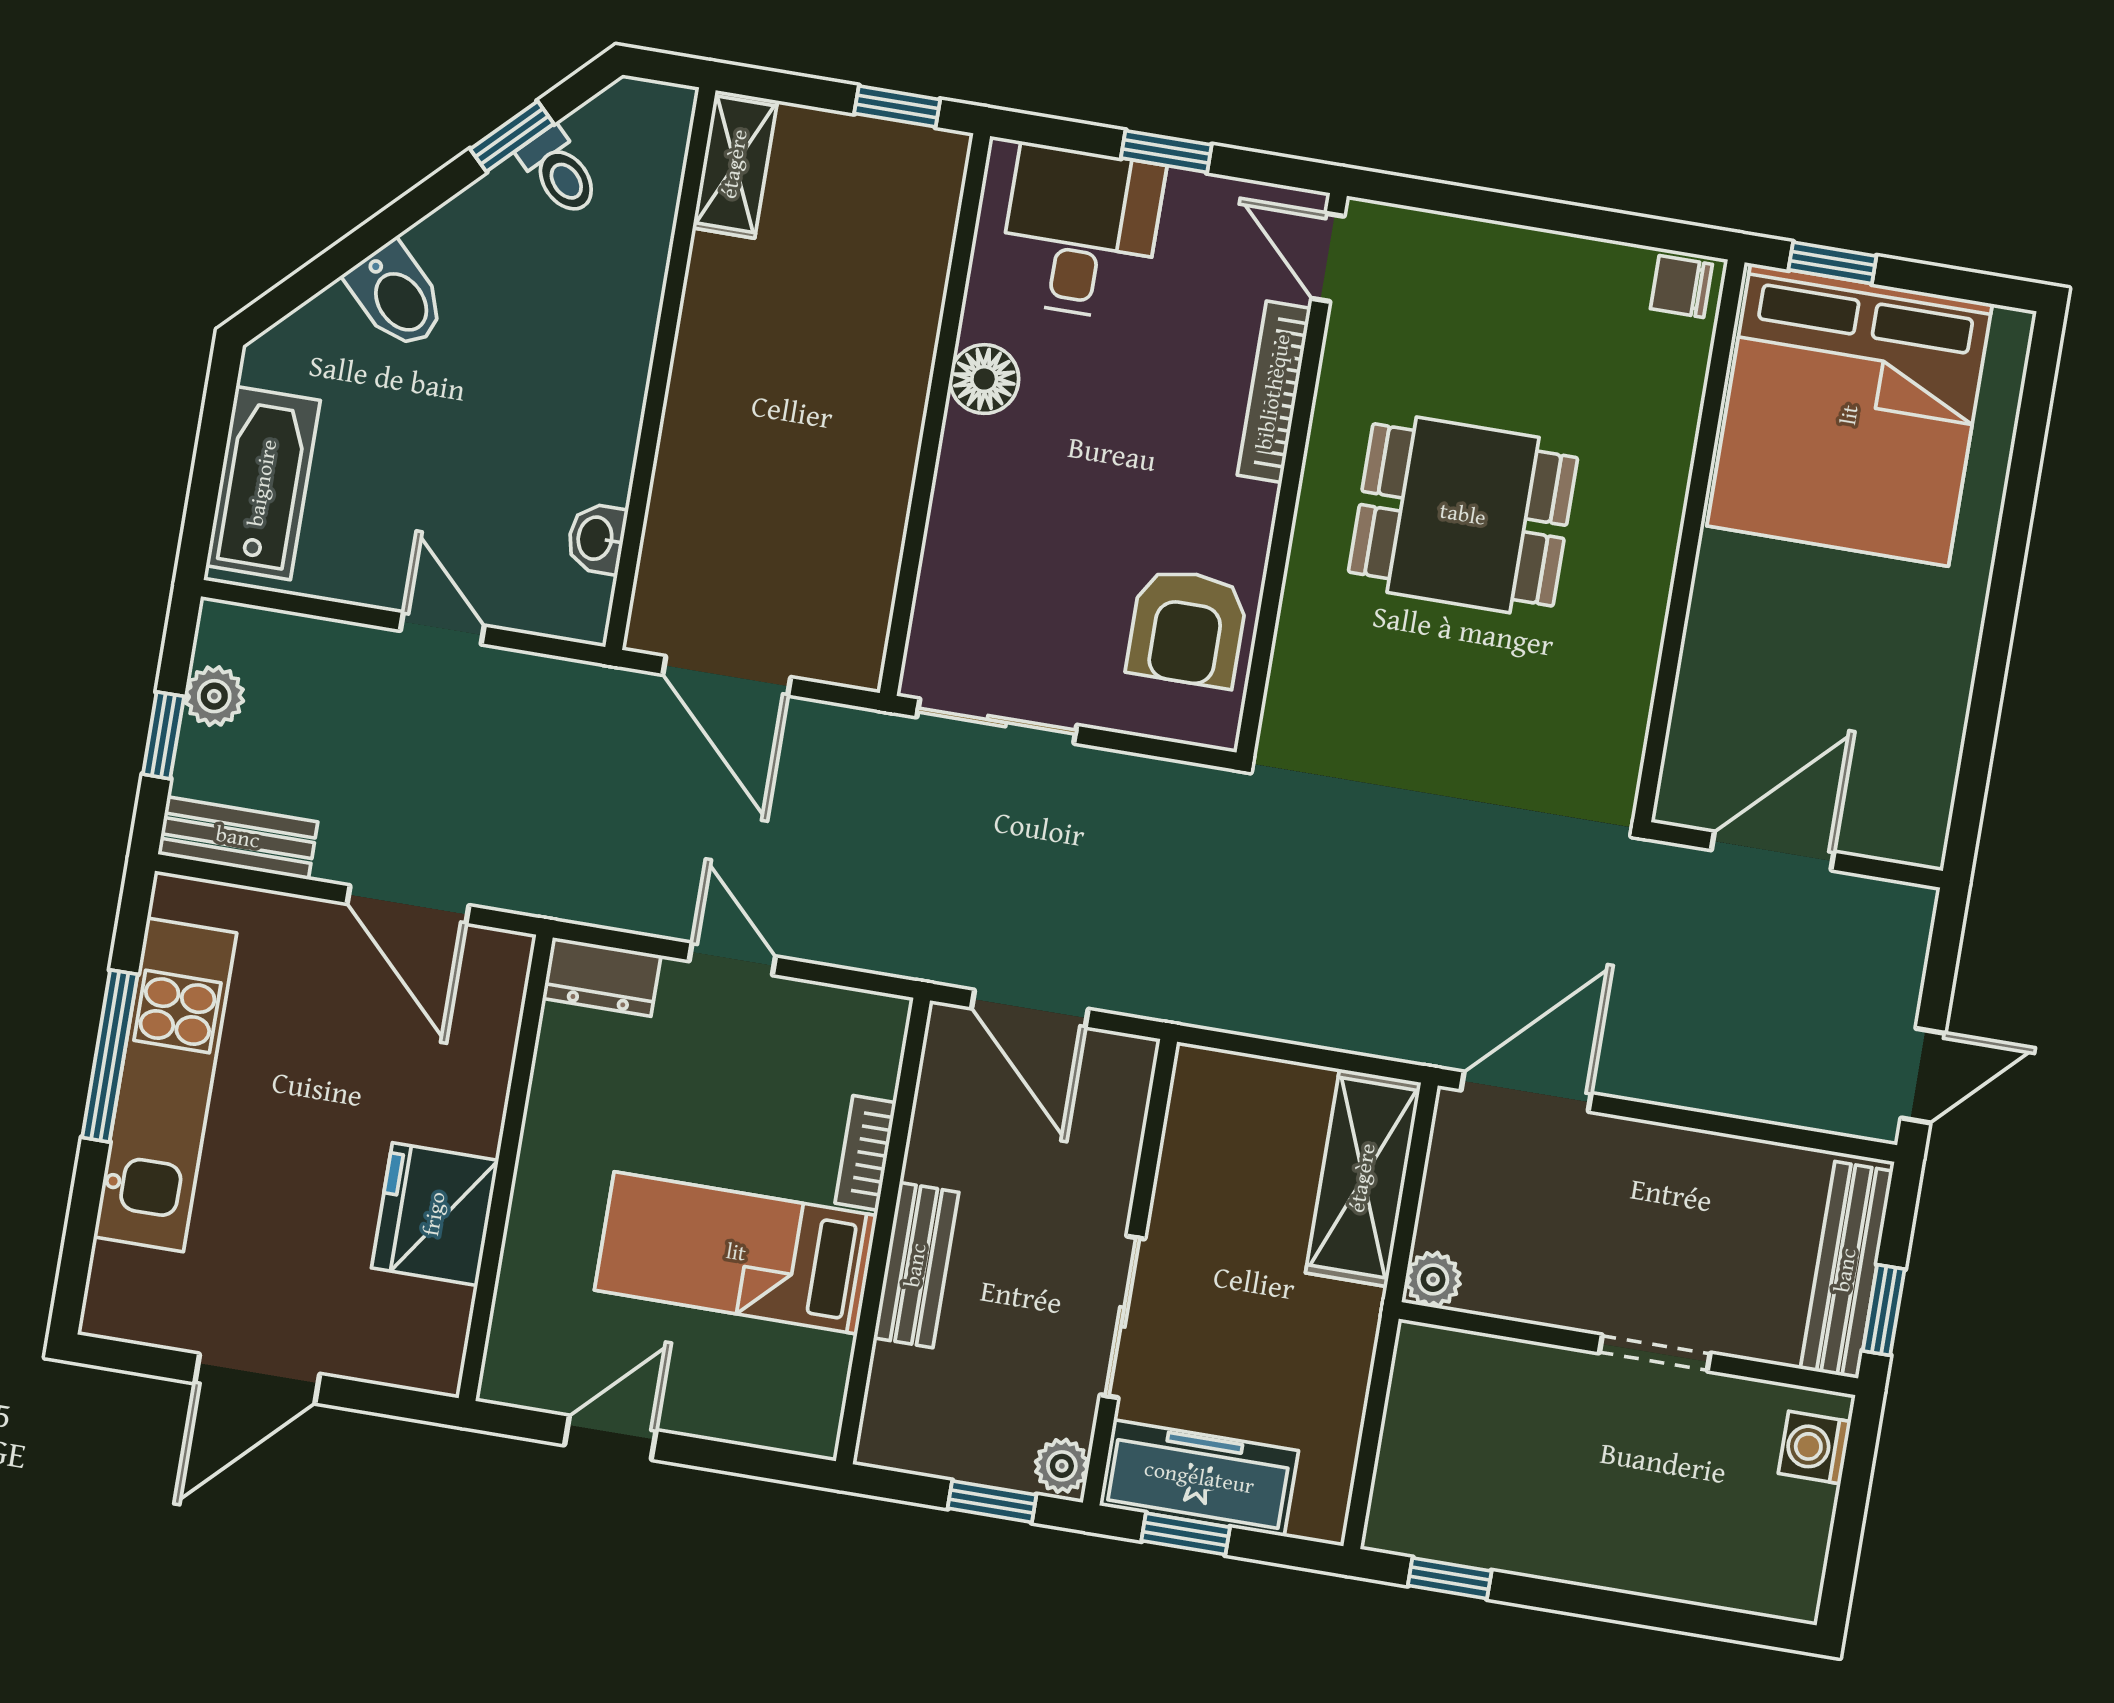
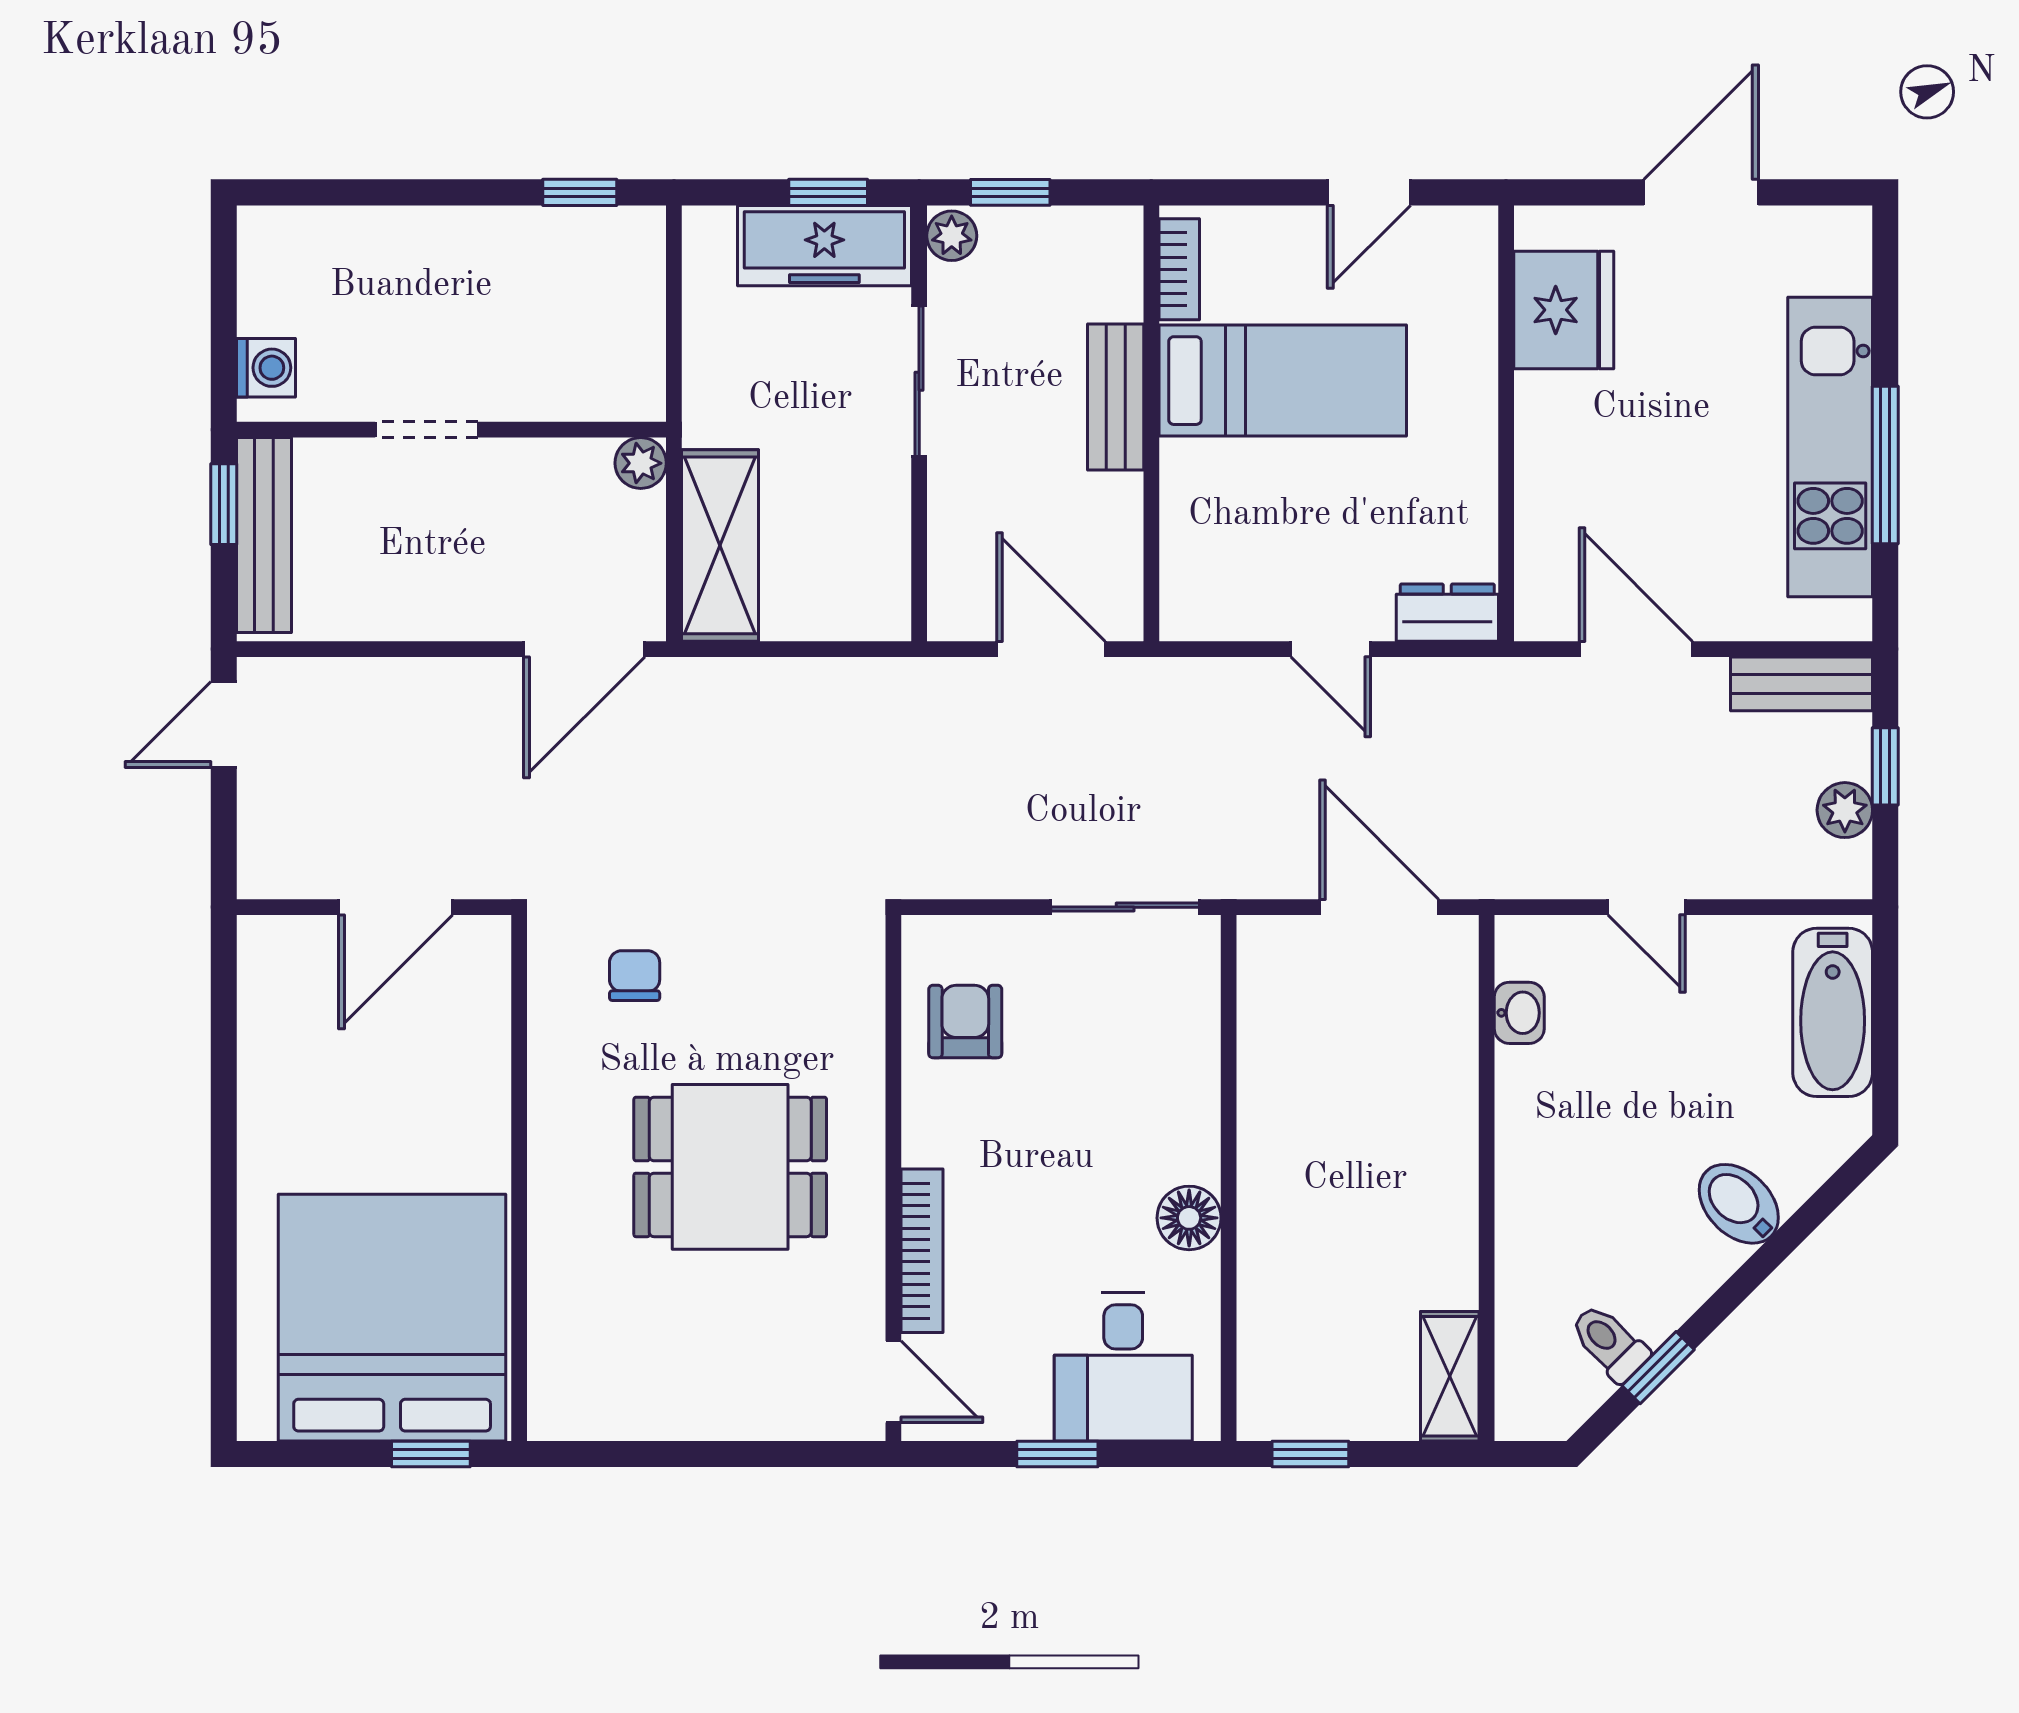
chair: (1681, 287) -> (635, 976), moved, turned -90
armchair: (1187, 628) -> (965, 1022), width x0.72, depth x0.72
bookcase: (865, 1153) -> (1179, 269), moved
fridge: (435, 1214) -> (1564, 310), moved

